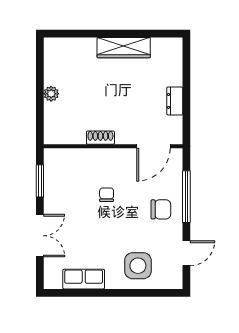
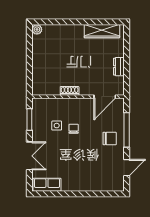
wardrobe: (124, 48) -> (102, 31), moved
plant: (51, 94) -> (37, 29), moved
side table: (138, 266) -> (57, 126), moved, width x0.54, depth x0.54
row of seats: (84, 279) -> (47, 185), moved

